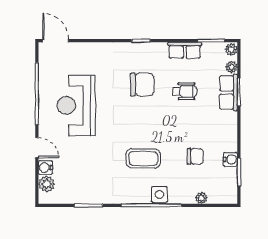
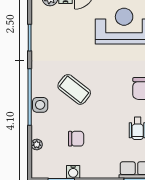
chair: (195, 156) -> (76, 139), turned -90
coffee table: (143, 158) -> (74, 89), turned -53

